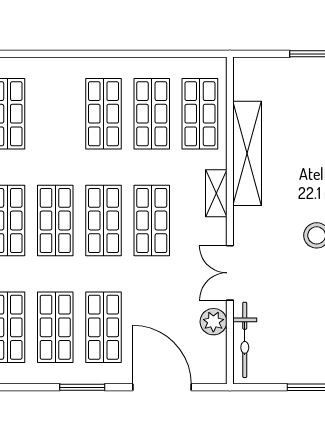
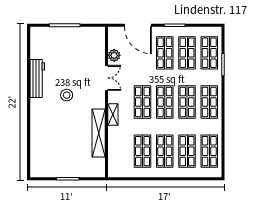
shop shelf: (200, 114) -> (187, 151), moved
bicycle: (245, 340) -> (100, 47), removed

